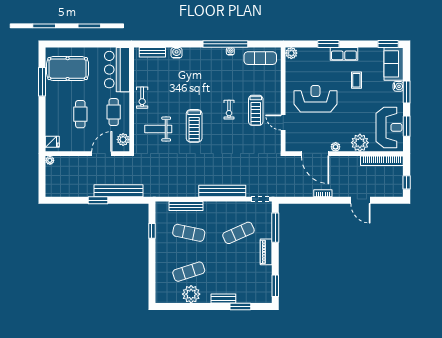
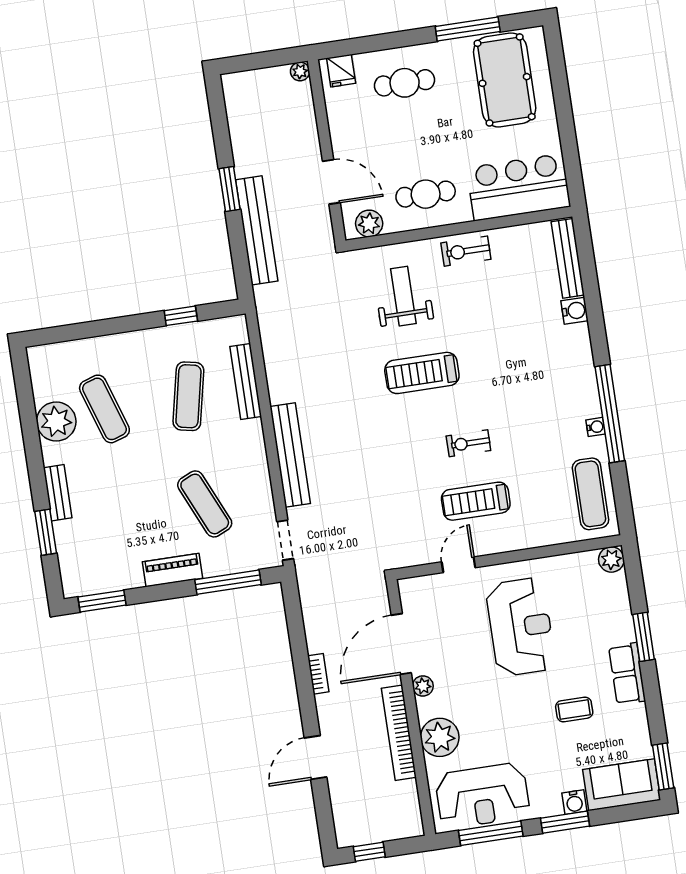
bench: (152, 52) -> (568, 258), width x1.36
cafe table: (80, 114) -> (405, 83), moved
window: (407, 126) -> (491, 833), width x1.44
bookcase: (382, 161) -> (399, 733), moved

